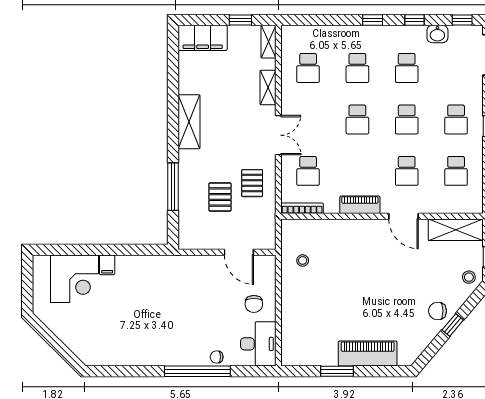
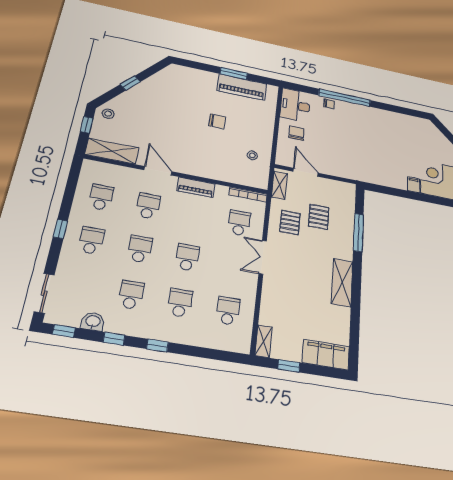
shelving: (268, 88) -> (279, 185), moved
chair: (437, 311) -> (217, 121), moved
piano: (368, 354) -> (242, 87), moved

